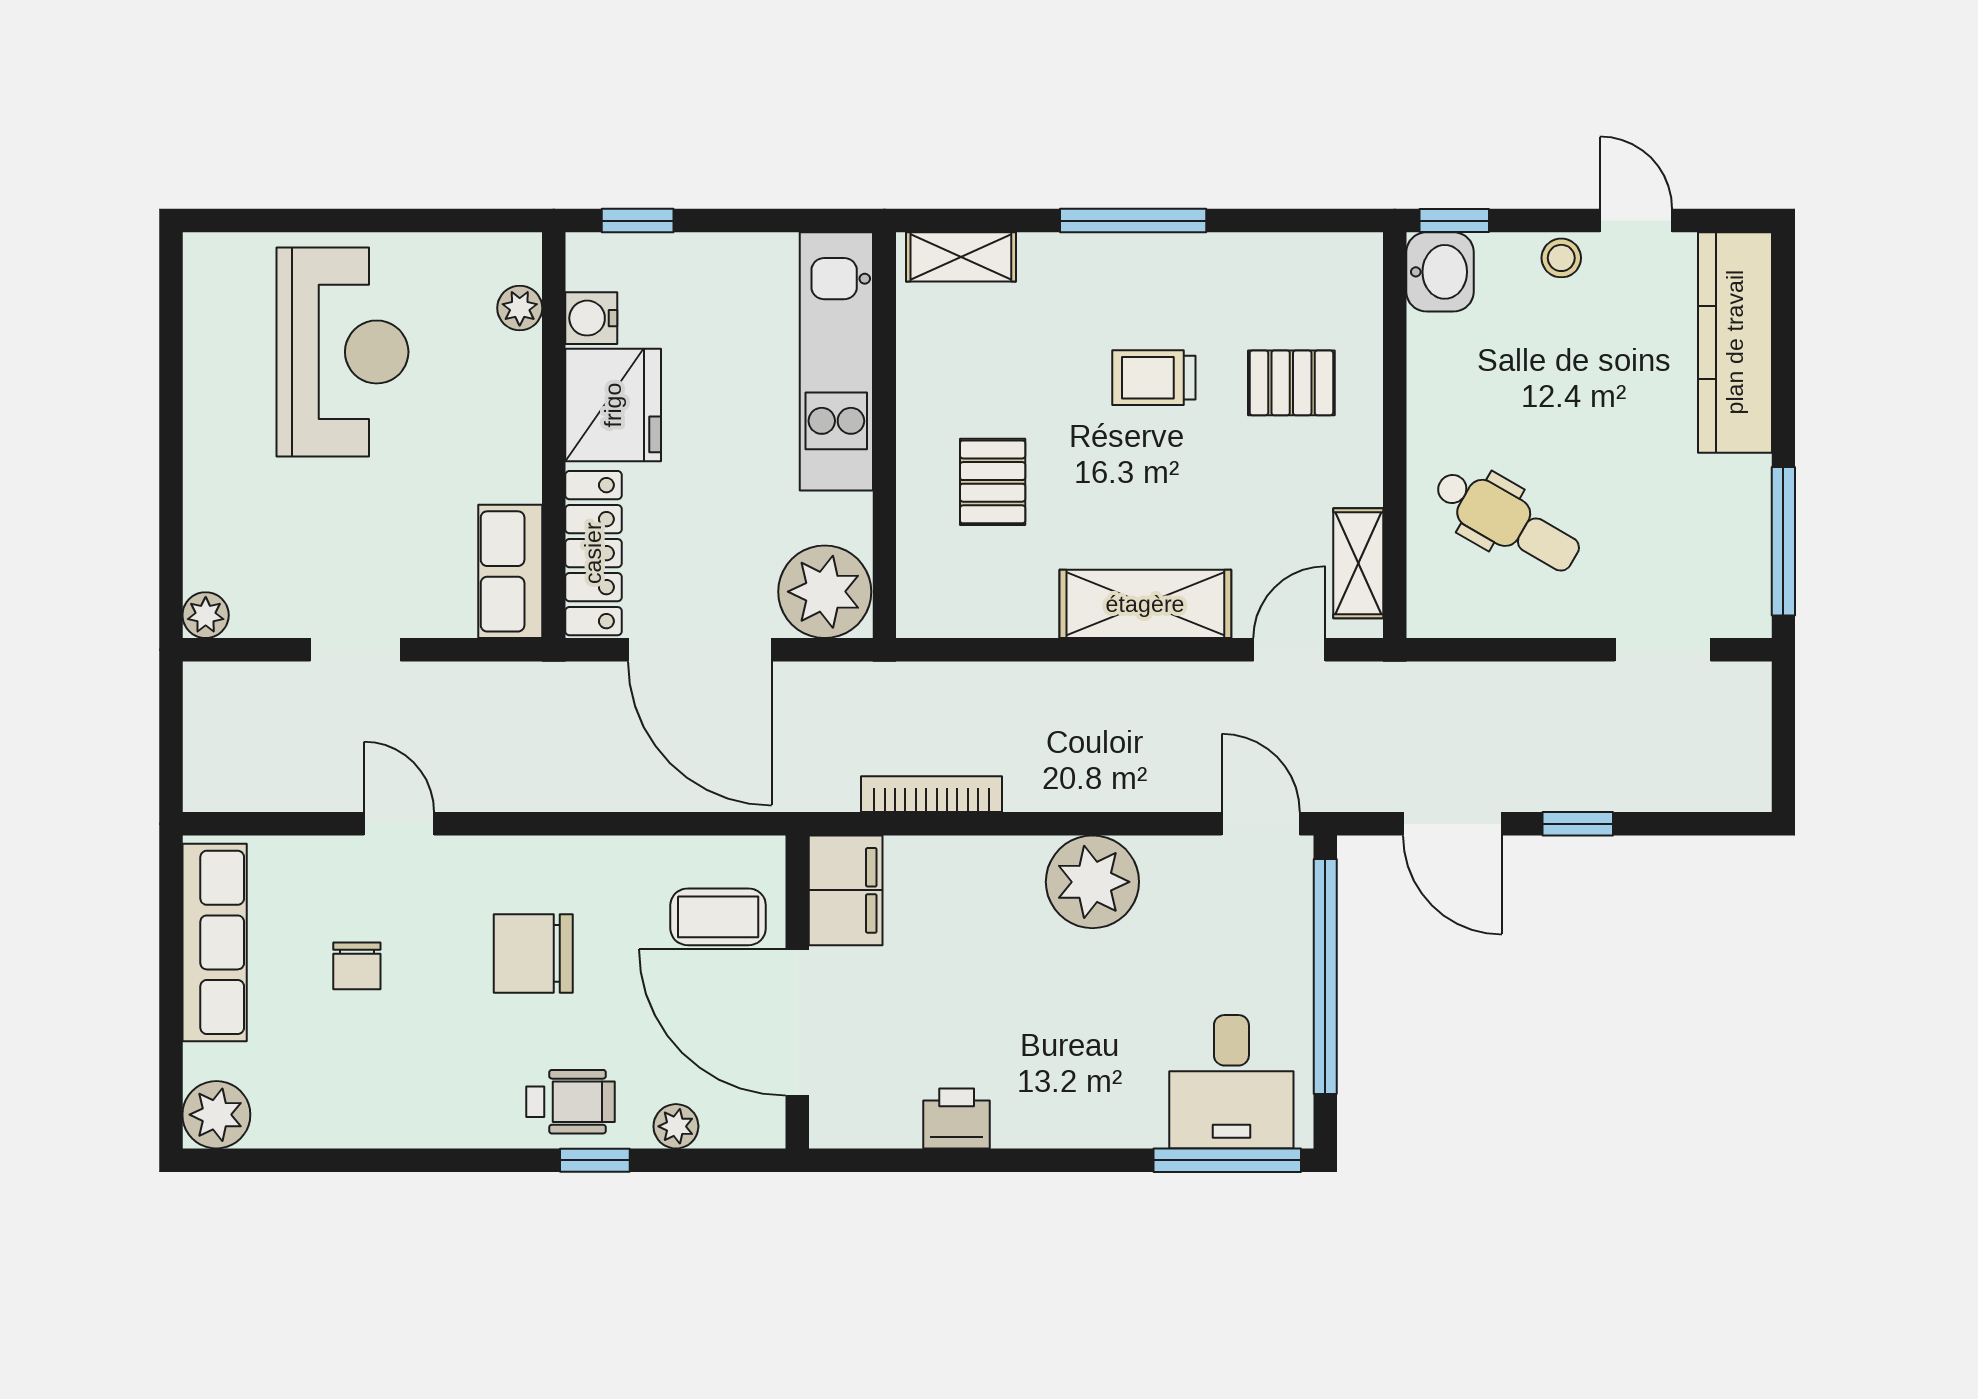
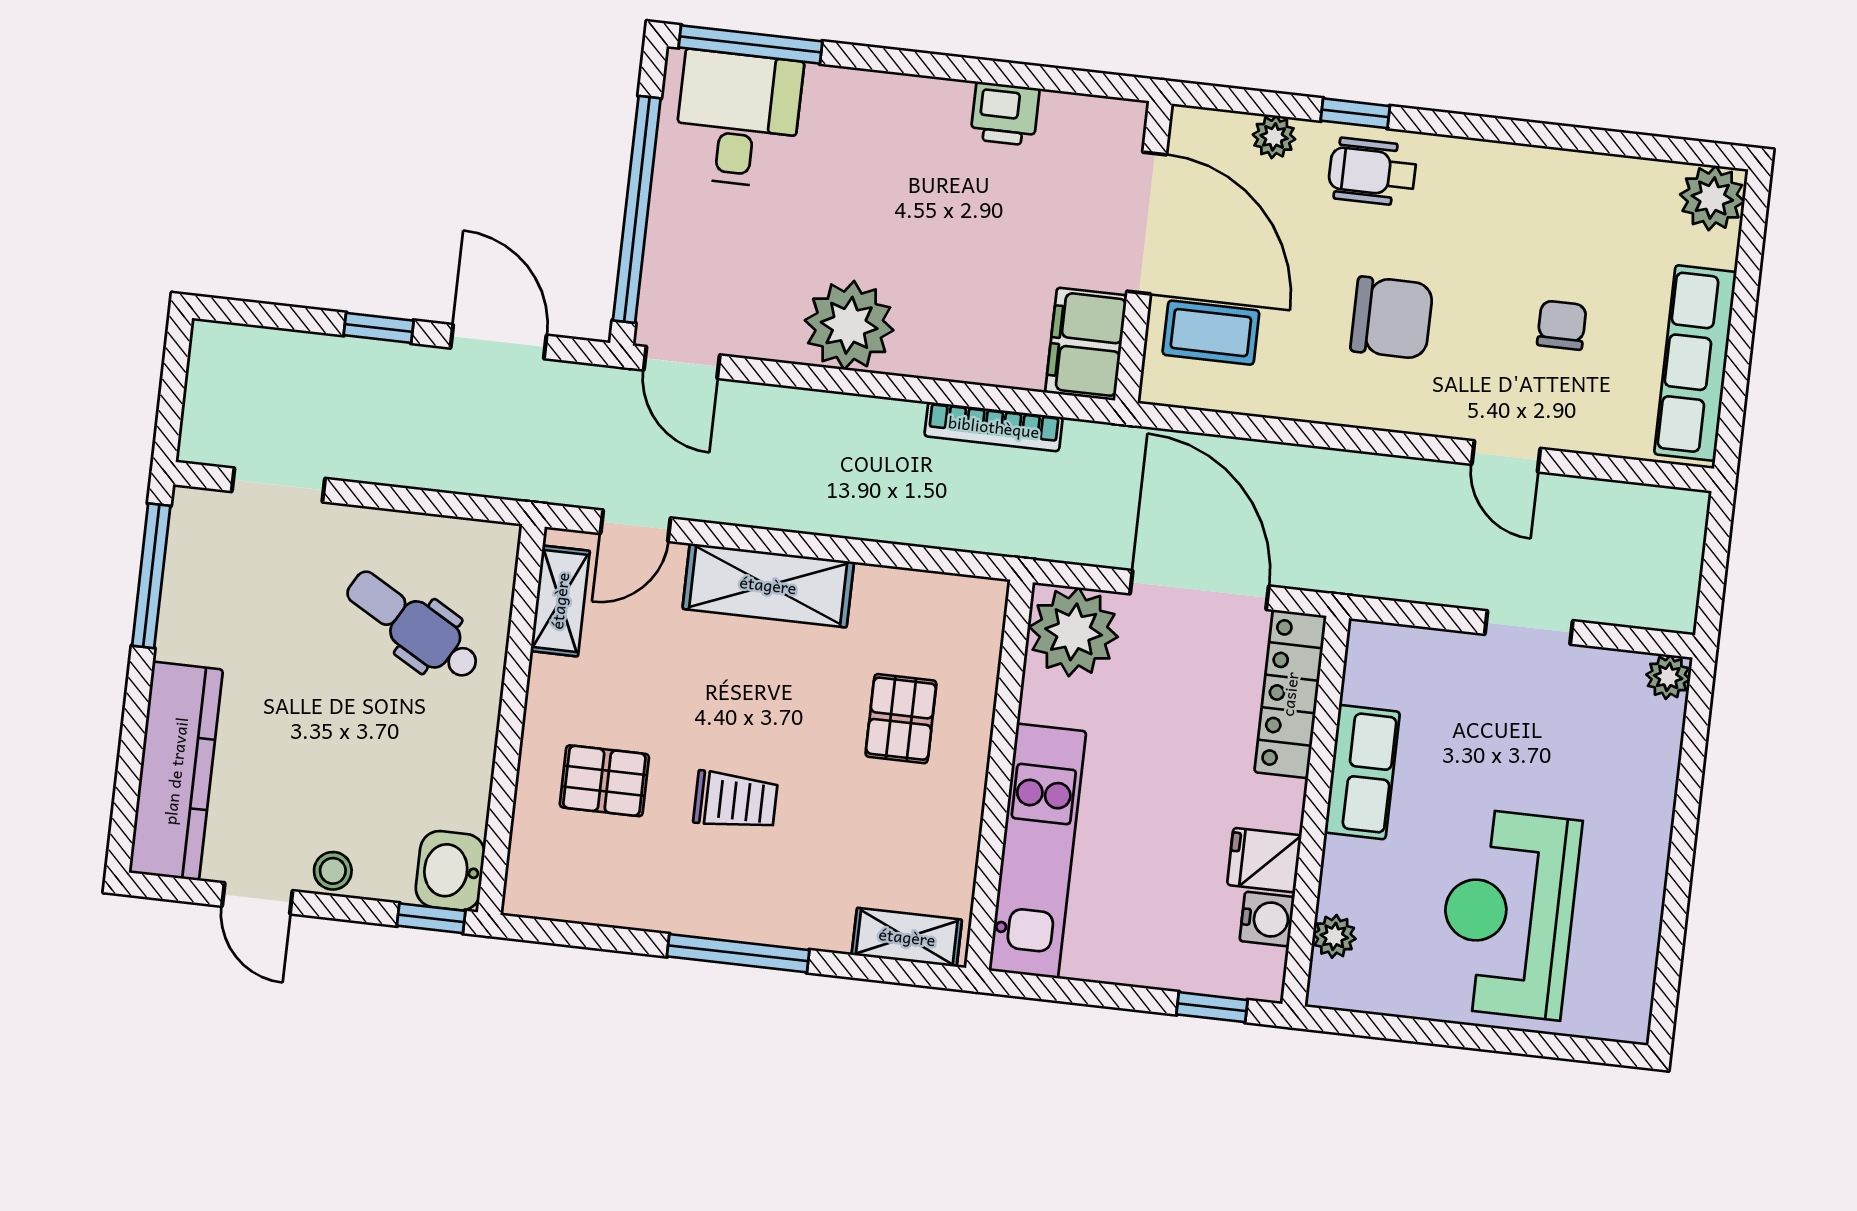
fridge: (613, 405) -> (1264, 860), width x0.53, depth x0.75
row of seats: (510, 571) -> (1362, 772), moved

